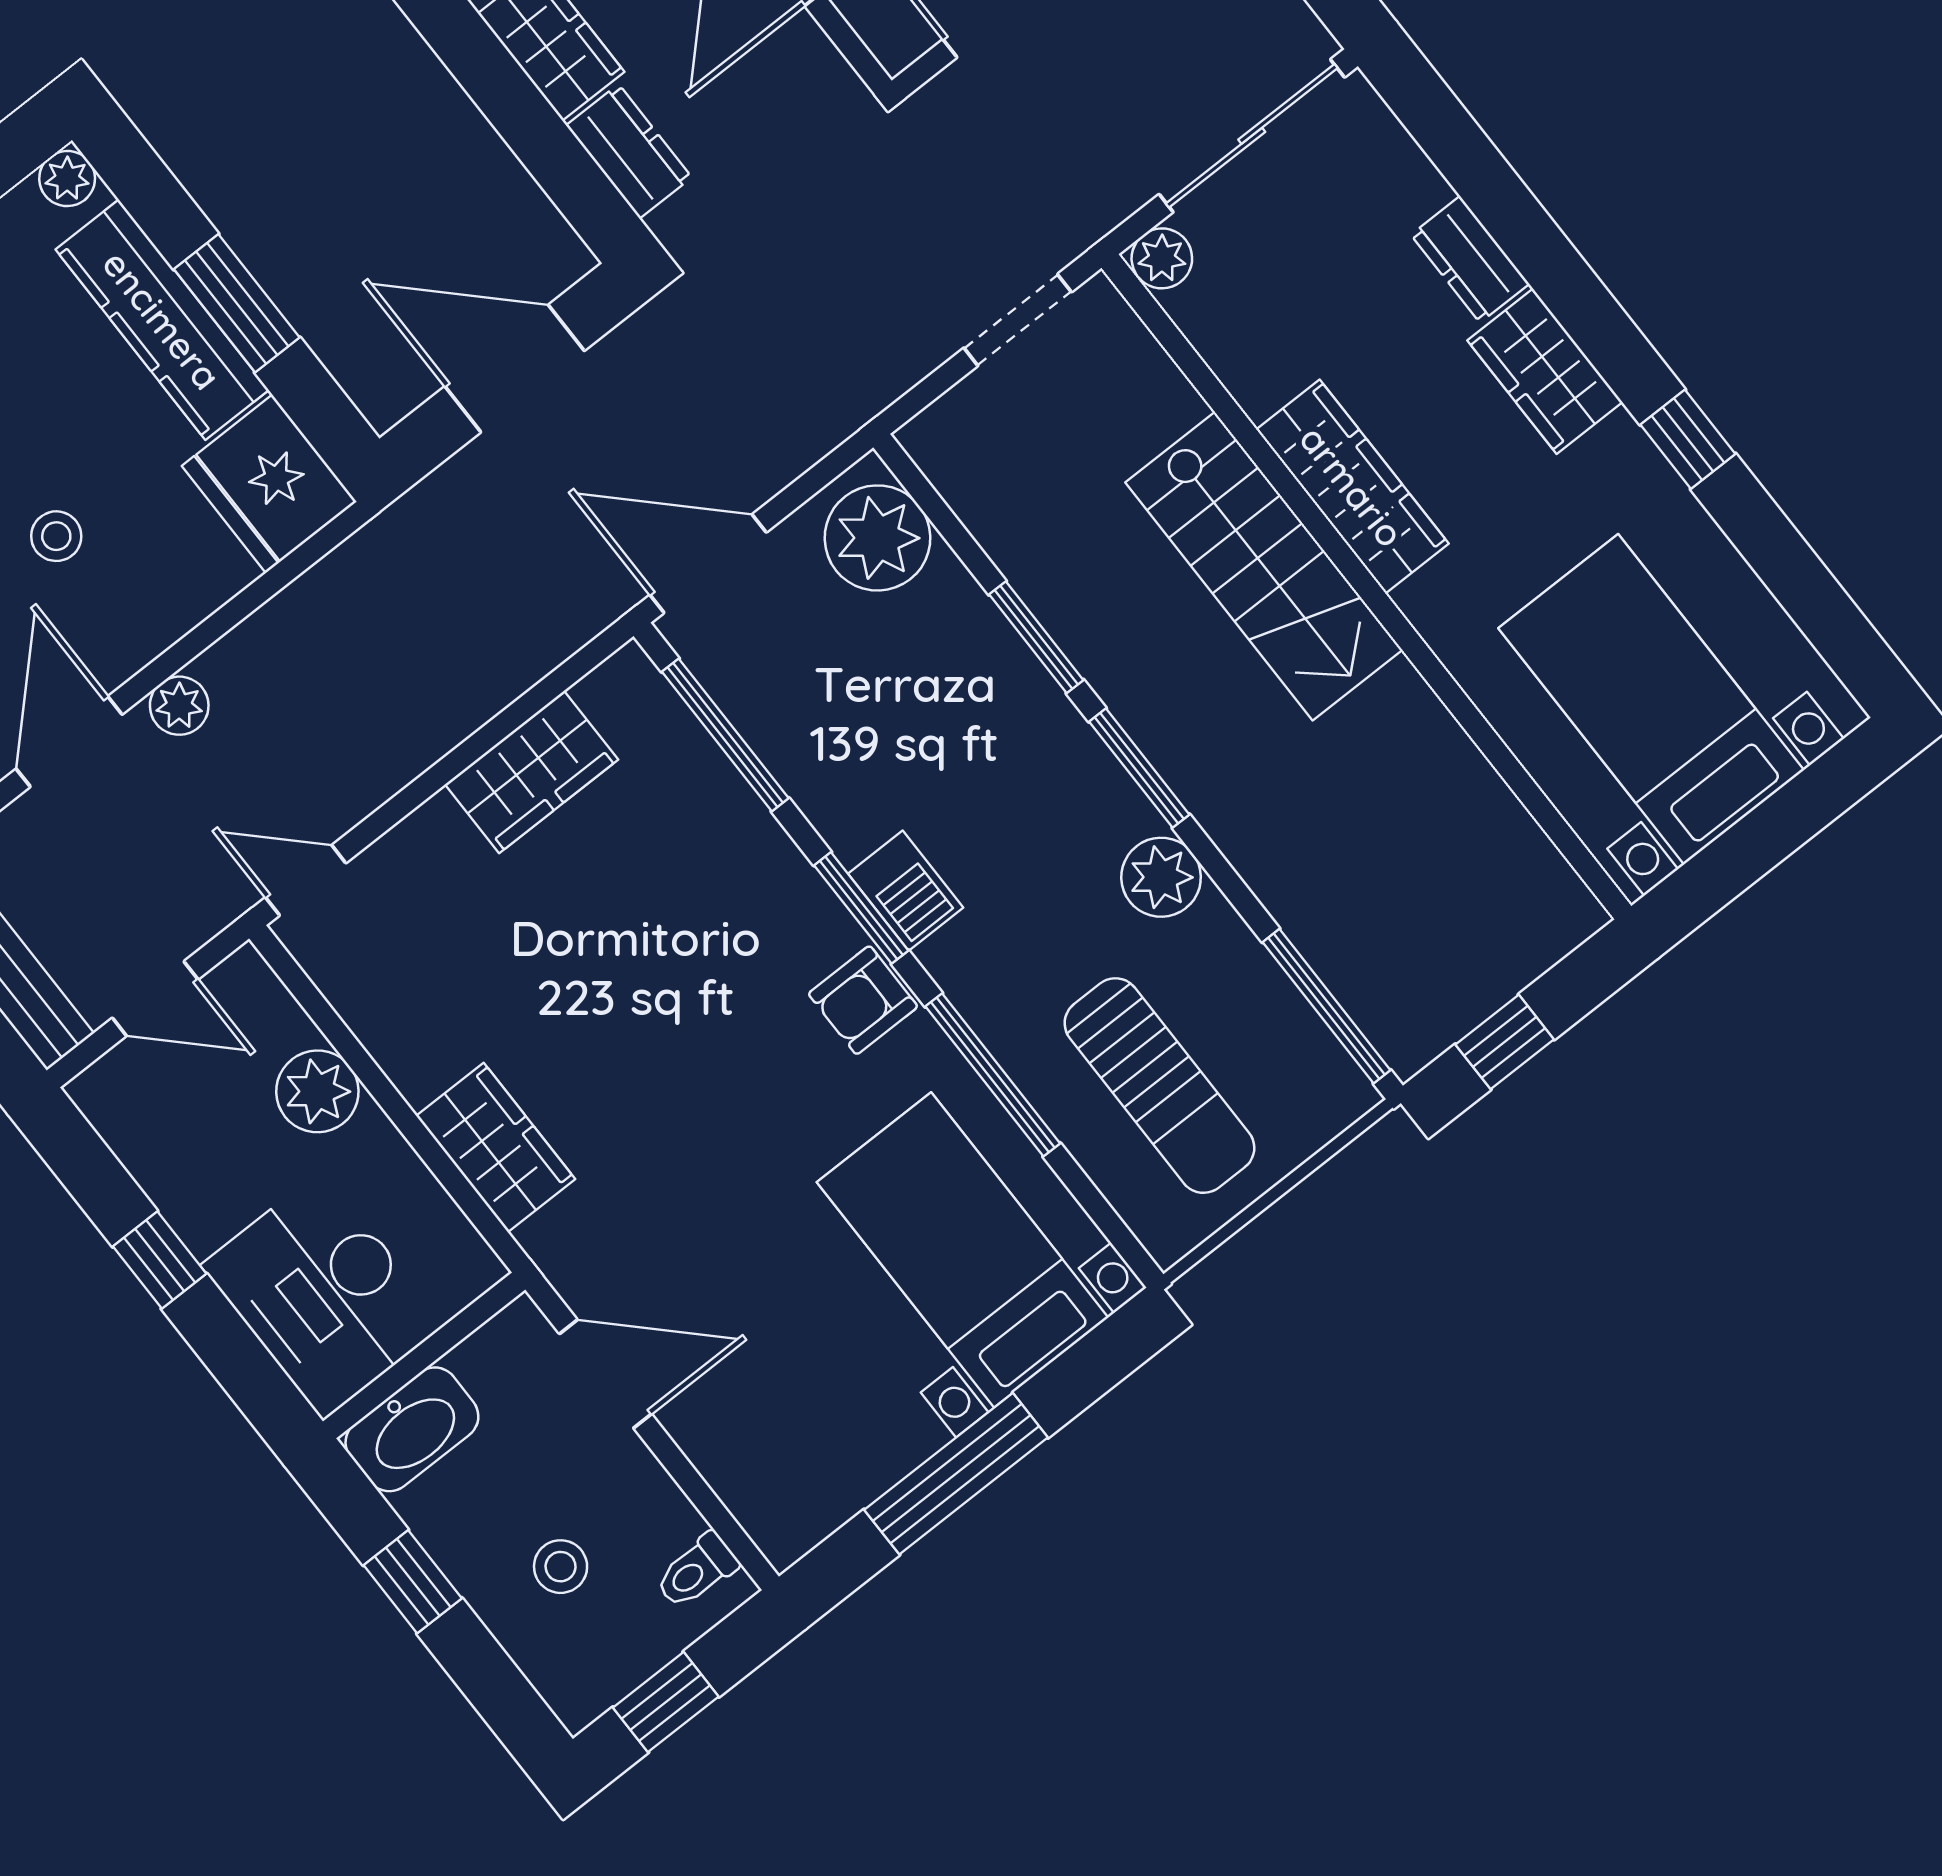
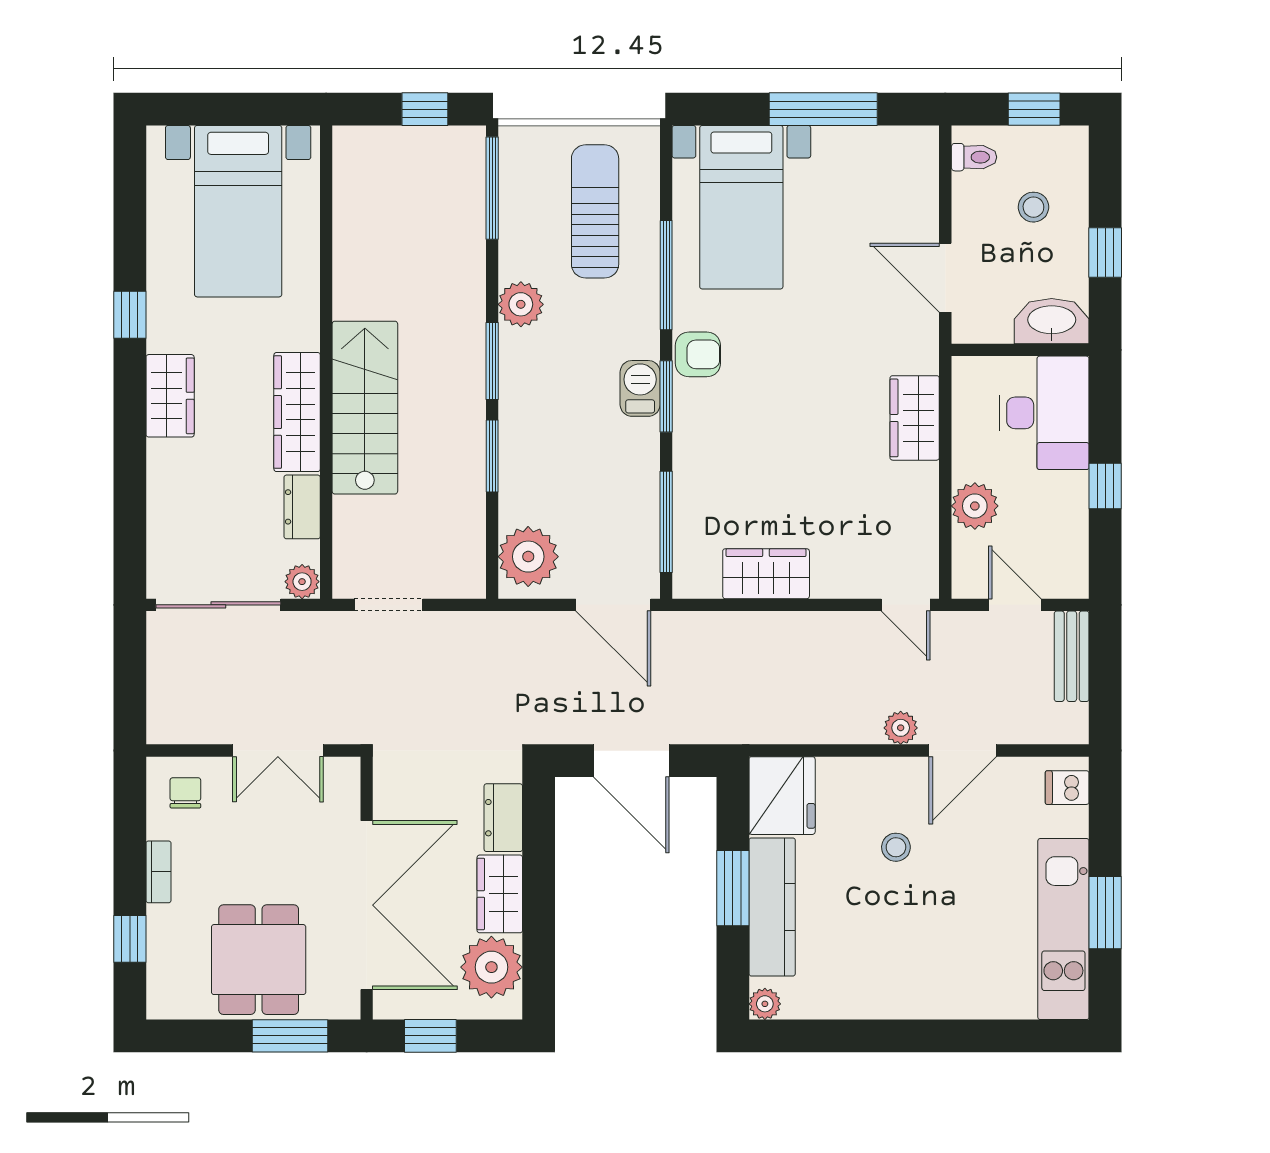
dresser: (1470, 259) -> (302, 507), moved, turned 180

